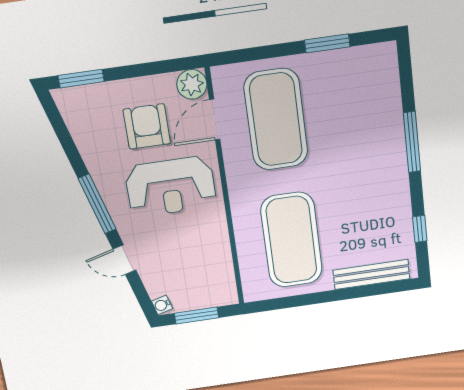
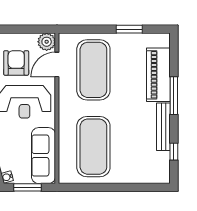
piano: (384, 112) -> (158, 75), added
sofa: (214, 265) -> (44, 156), added
bench: (371, 274) -> (163, 127), moved, turned 90

